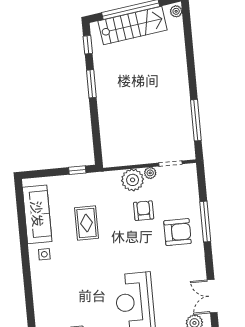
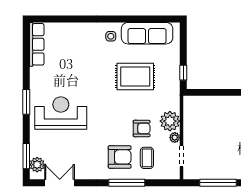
coffee table: (176, 202) -> (147, 158), added
rug: (87, 223) -> (135, 77), width x1.36, depth x1.43
armchair: (177, 232) -> (120, 157), turned -90

